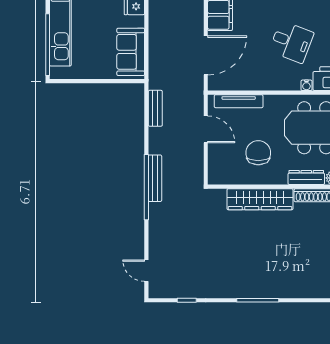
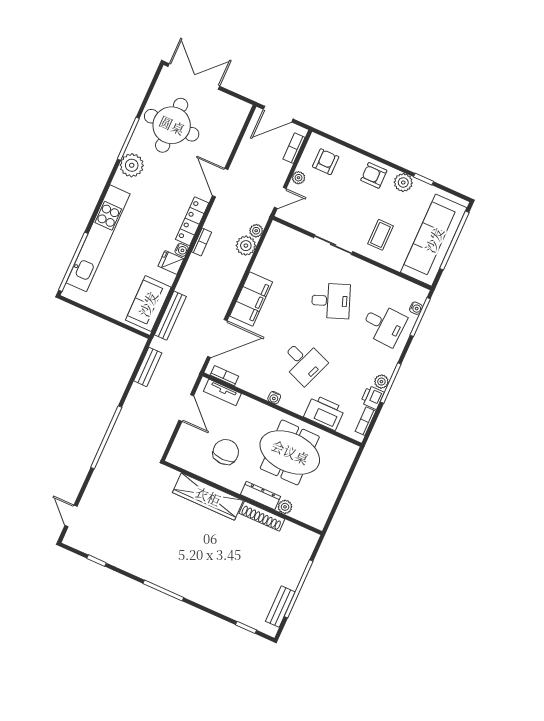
water cooler: (306, 85) -> (274, 398), moved
bookcase: (227, 86) -> (224, 376), added
tv unit: (239, 101) -> (222, 392), width x0.71
bench: (155, 178) -> (170, 316), moved

